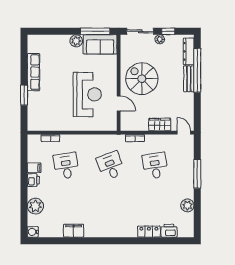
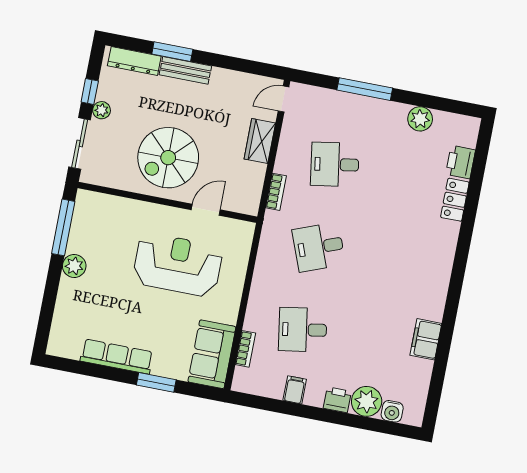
sofa: (100, 44) -> (212, 354), moved, turned 180
window: (197, 70) -> (172, 52), width x0.47
printer: (33, 180) -> (337, 400), moved
water cooler: (33, 232) -> (392, 411), moved

